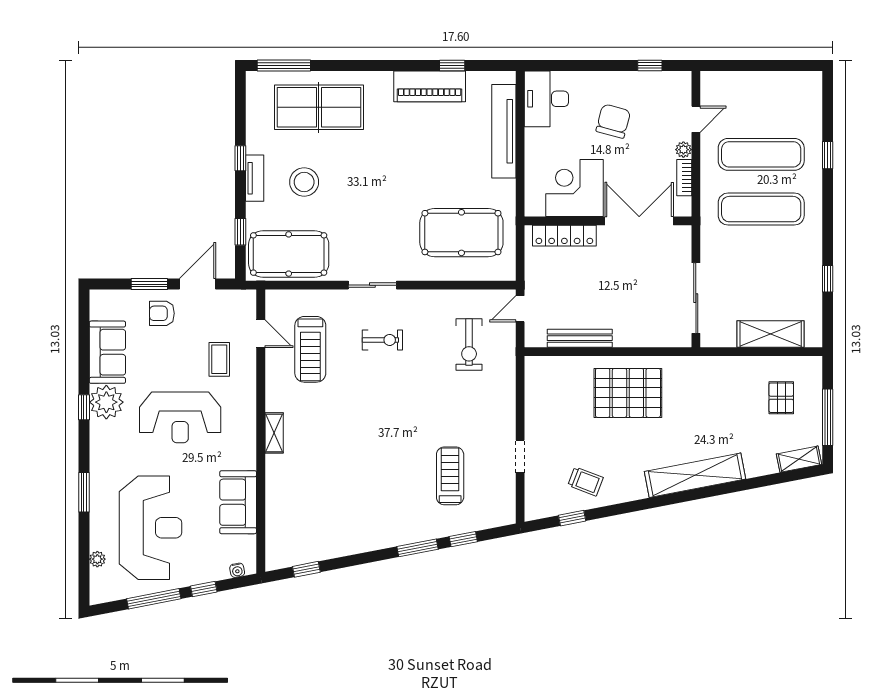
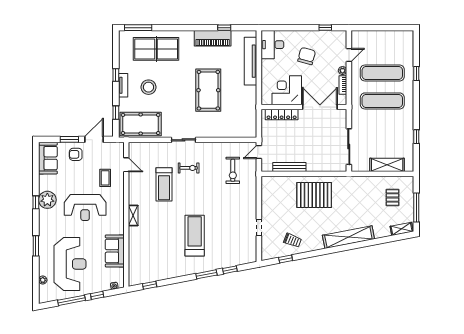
pool table: (461, 233) -> (208, 90), moved, turned 90
treadmill: (310, 349) -> (164, 184), moved
sofa: (107, 352) -> (48, 158), moved
treadmill: (450, 476) -> (195, 236), moved, width x1.37, depth x1.38

